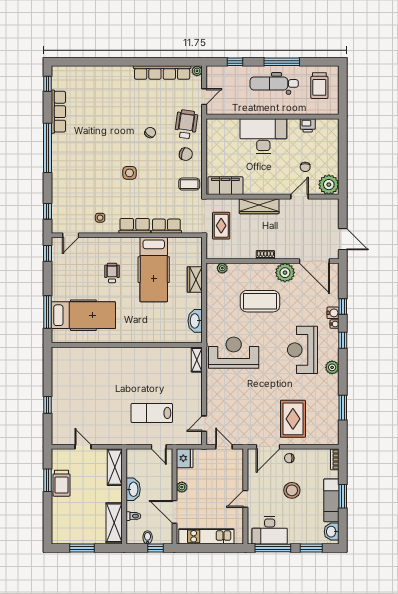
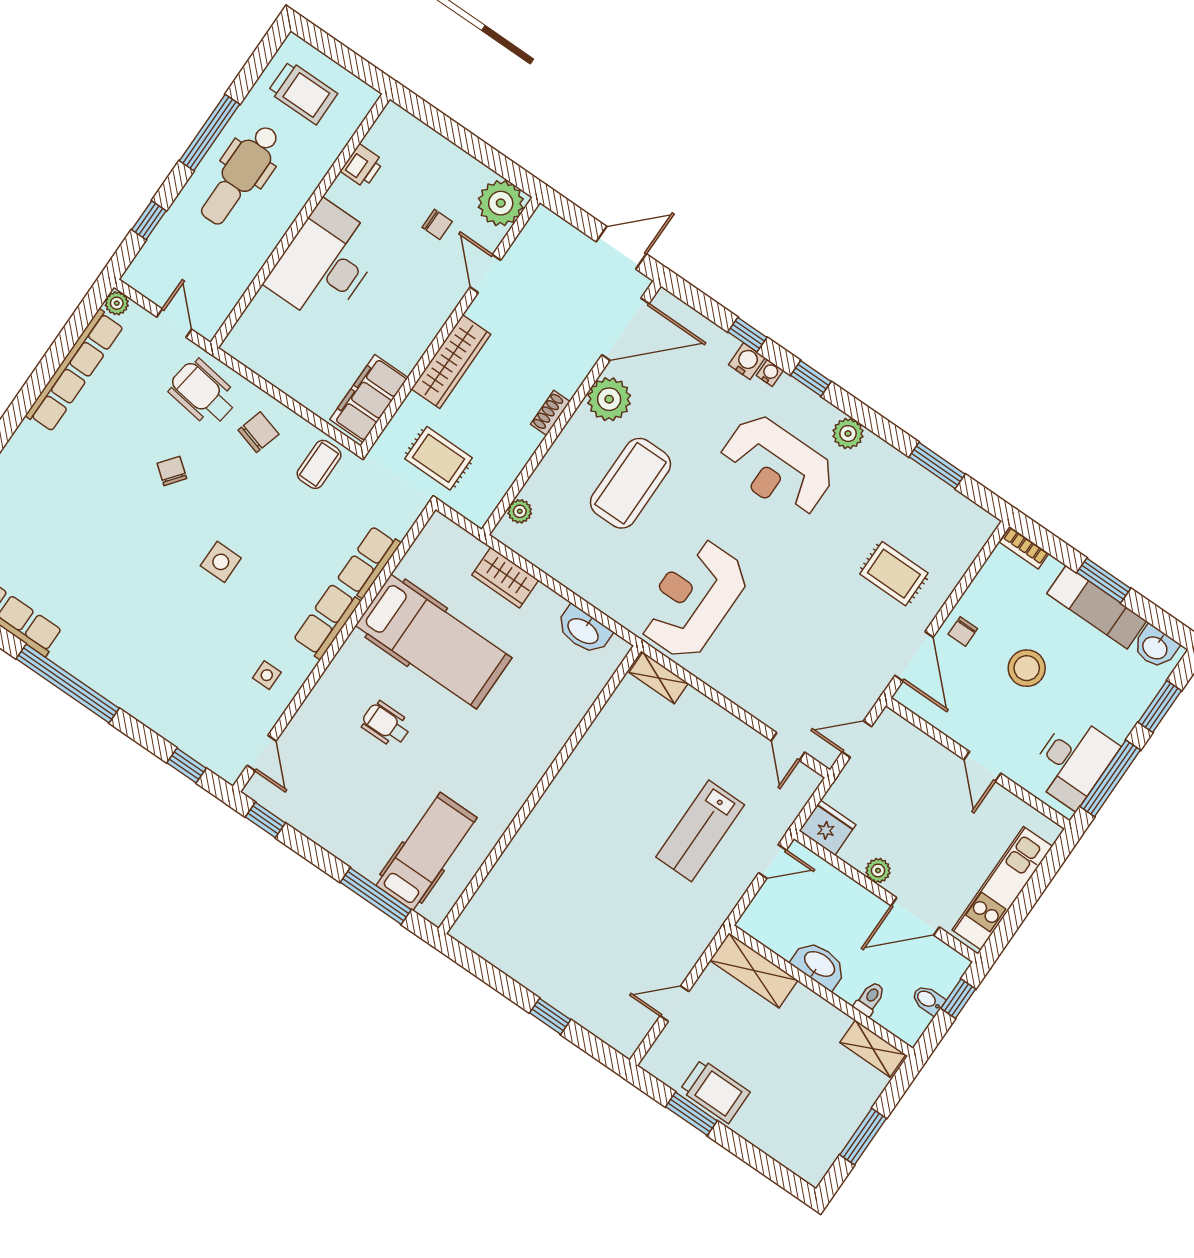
hospital bed: (83, 315) -> (427, 852), width x0.73, depth x0.78
rug: (293, 419) -> (894, 574), width x0.73, depth x0.70
shelving: (114, 523) -> (873, 1049), width x0.67, depth x0.75

